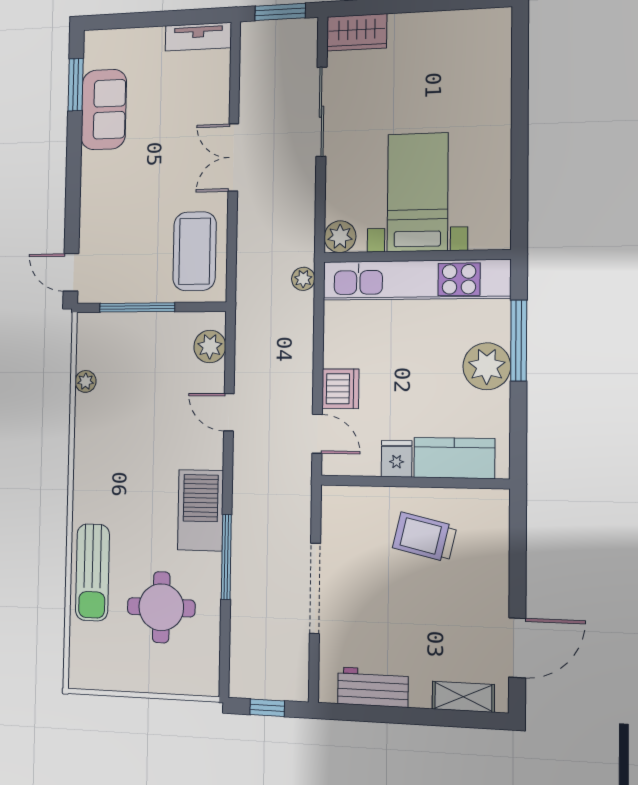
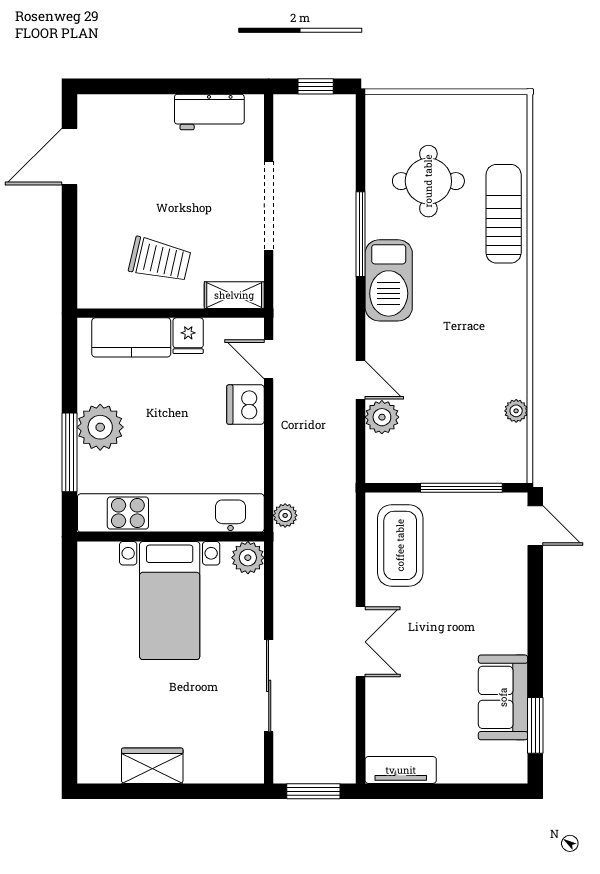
wardrobe: (357, 32) -> (152, 766), moved
plant: (210, 346) -> (382, 417), moved
shelving: (463, 697) -> (234, 295), moved

